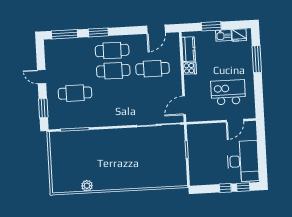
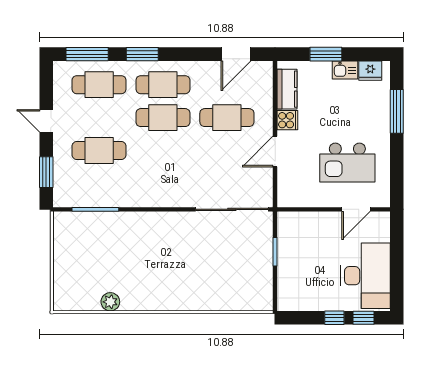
cafe table: (73, 53) -> (99, 85), added
kitchen island: (228, 92) -> (347, 163), turned 180
door: (184, 105) -> (275, 152), moved

